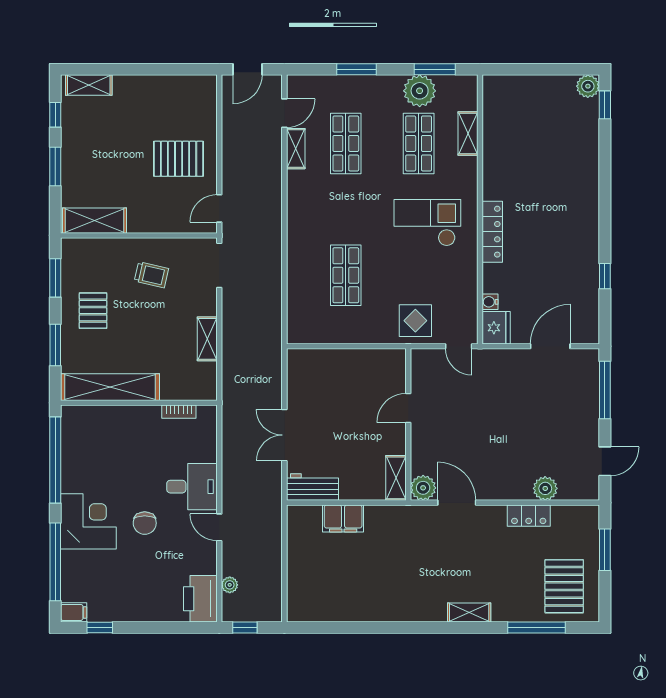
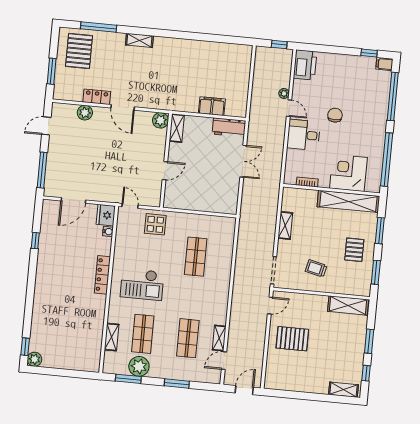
door: (457, 503) -> (123, 107), moved
corner desk: (88, 521) -> (348, 173), moved, turned 90
plant: (230, 585) -> (284, 93), moved

